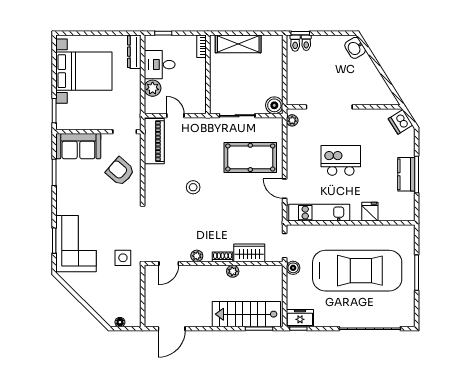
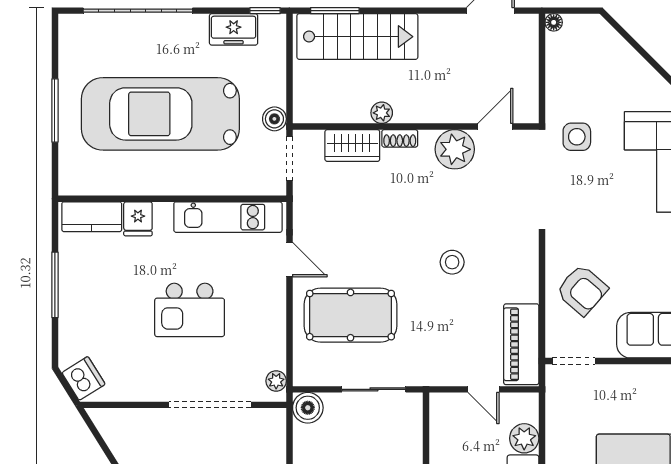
kitchen counter: (406, 174) -> (92, 217), moved, turned 90
plant: (197, 256) -> (455, 149), width x1.88, depth x1.88
freezer: (300, 318) -> (234, 29), moved
floor lamp: (120, 322) -> (554, 22), moved

